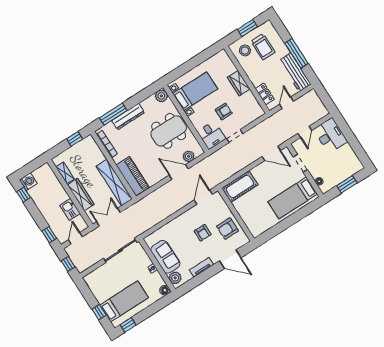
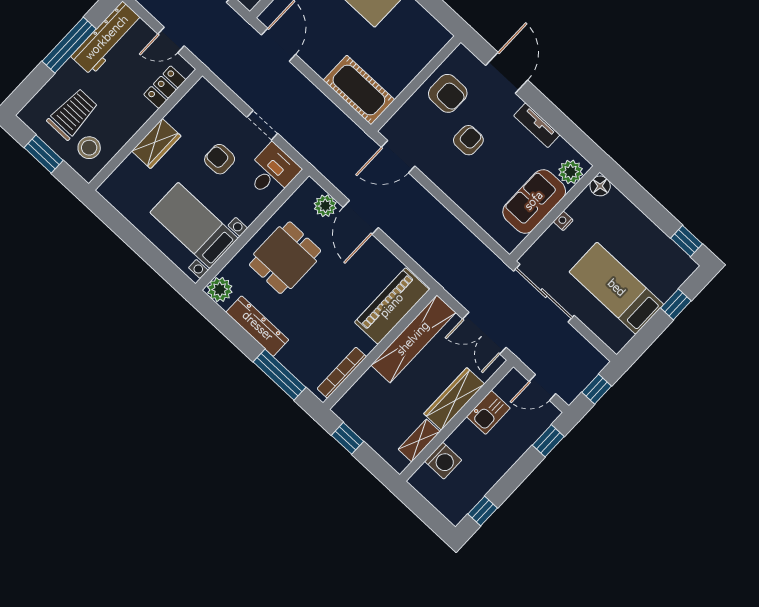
dresser: (128, 117) -> (257, 326), moved
dining table: (169, 131) -> (285, 258), width x0.73
washing machine: (28, 182) -> (443, 461), moved, turned 180
bed: (124, 301) -> (616, 288), moved

